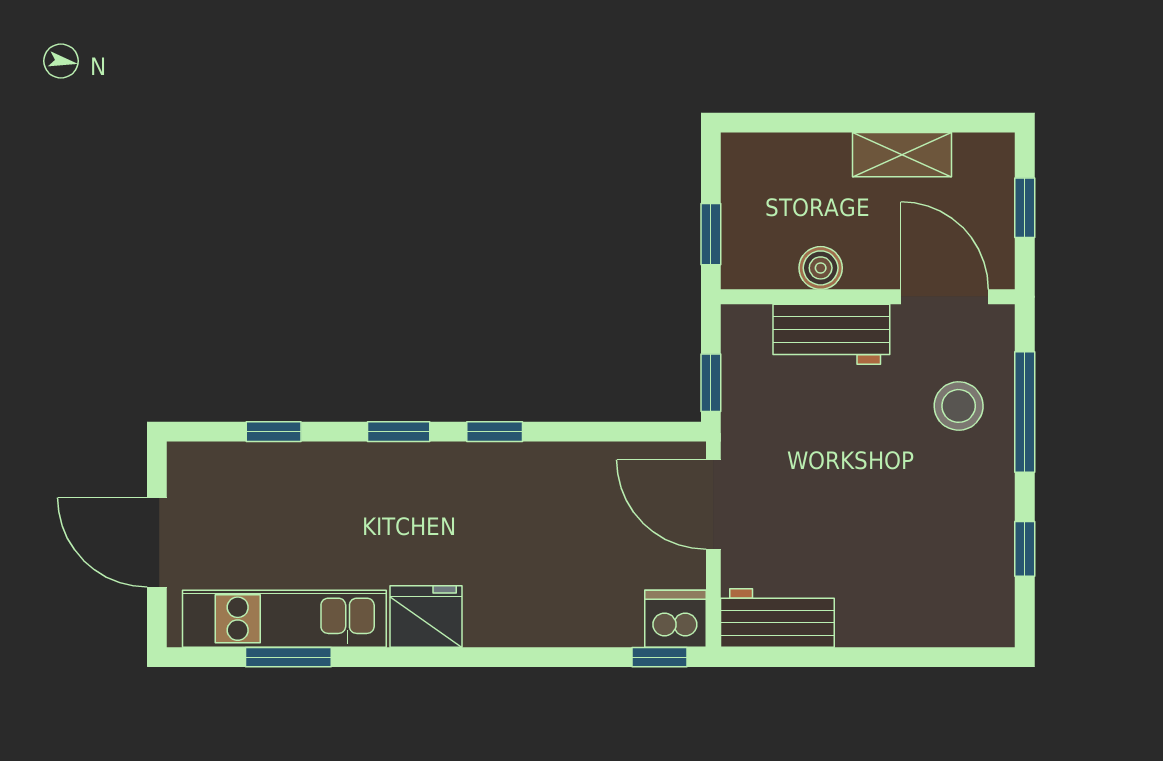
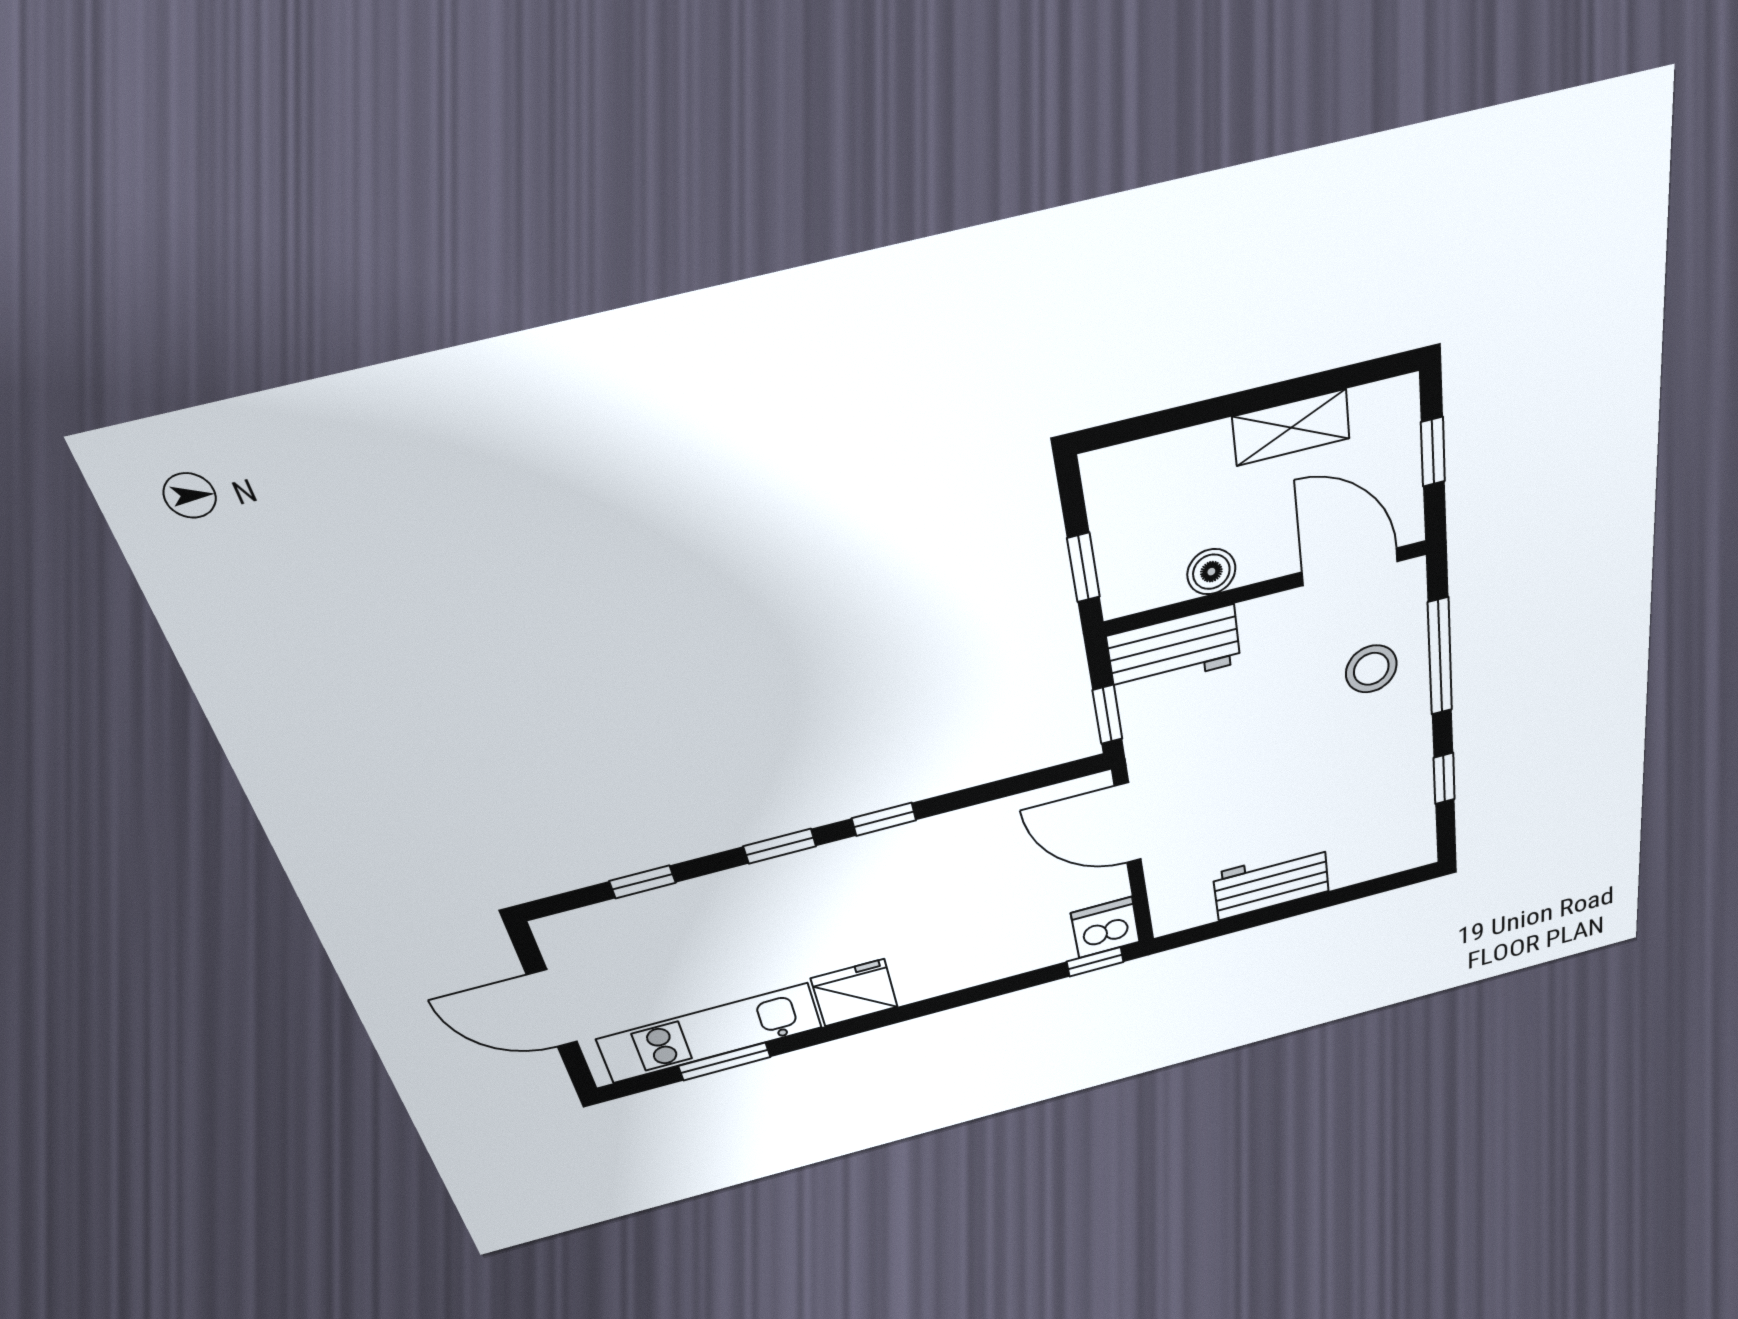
workbench: (831, 334) -> (1174, 649), moved
workbench: (777, 618) -> (1271, 883), moved

